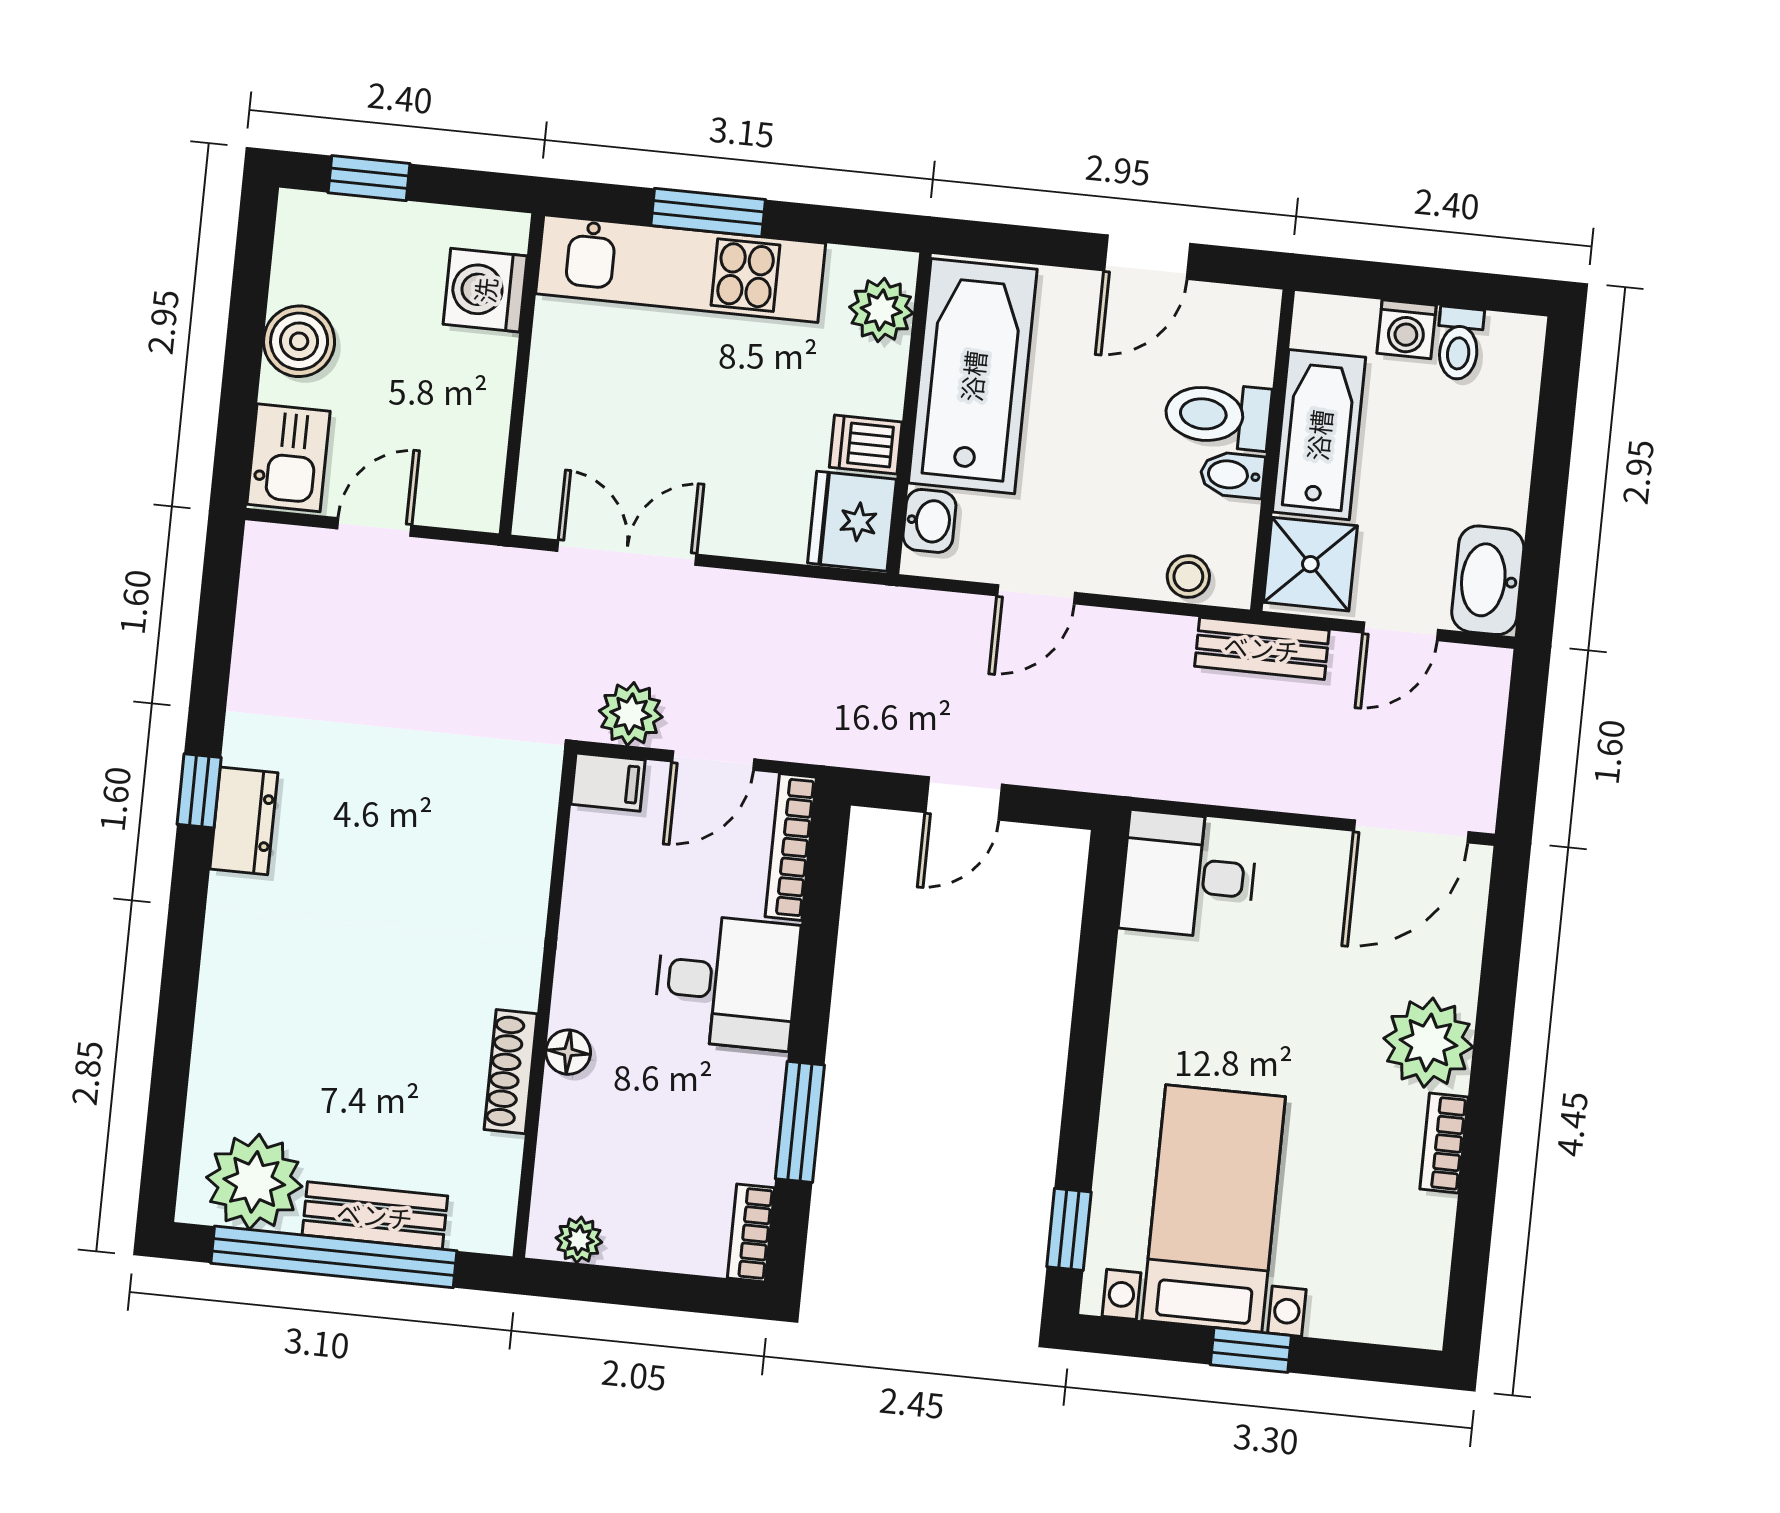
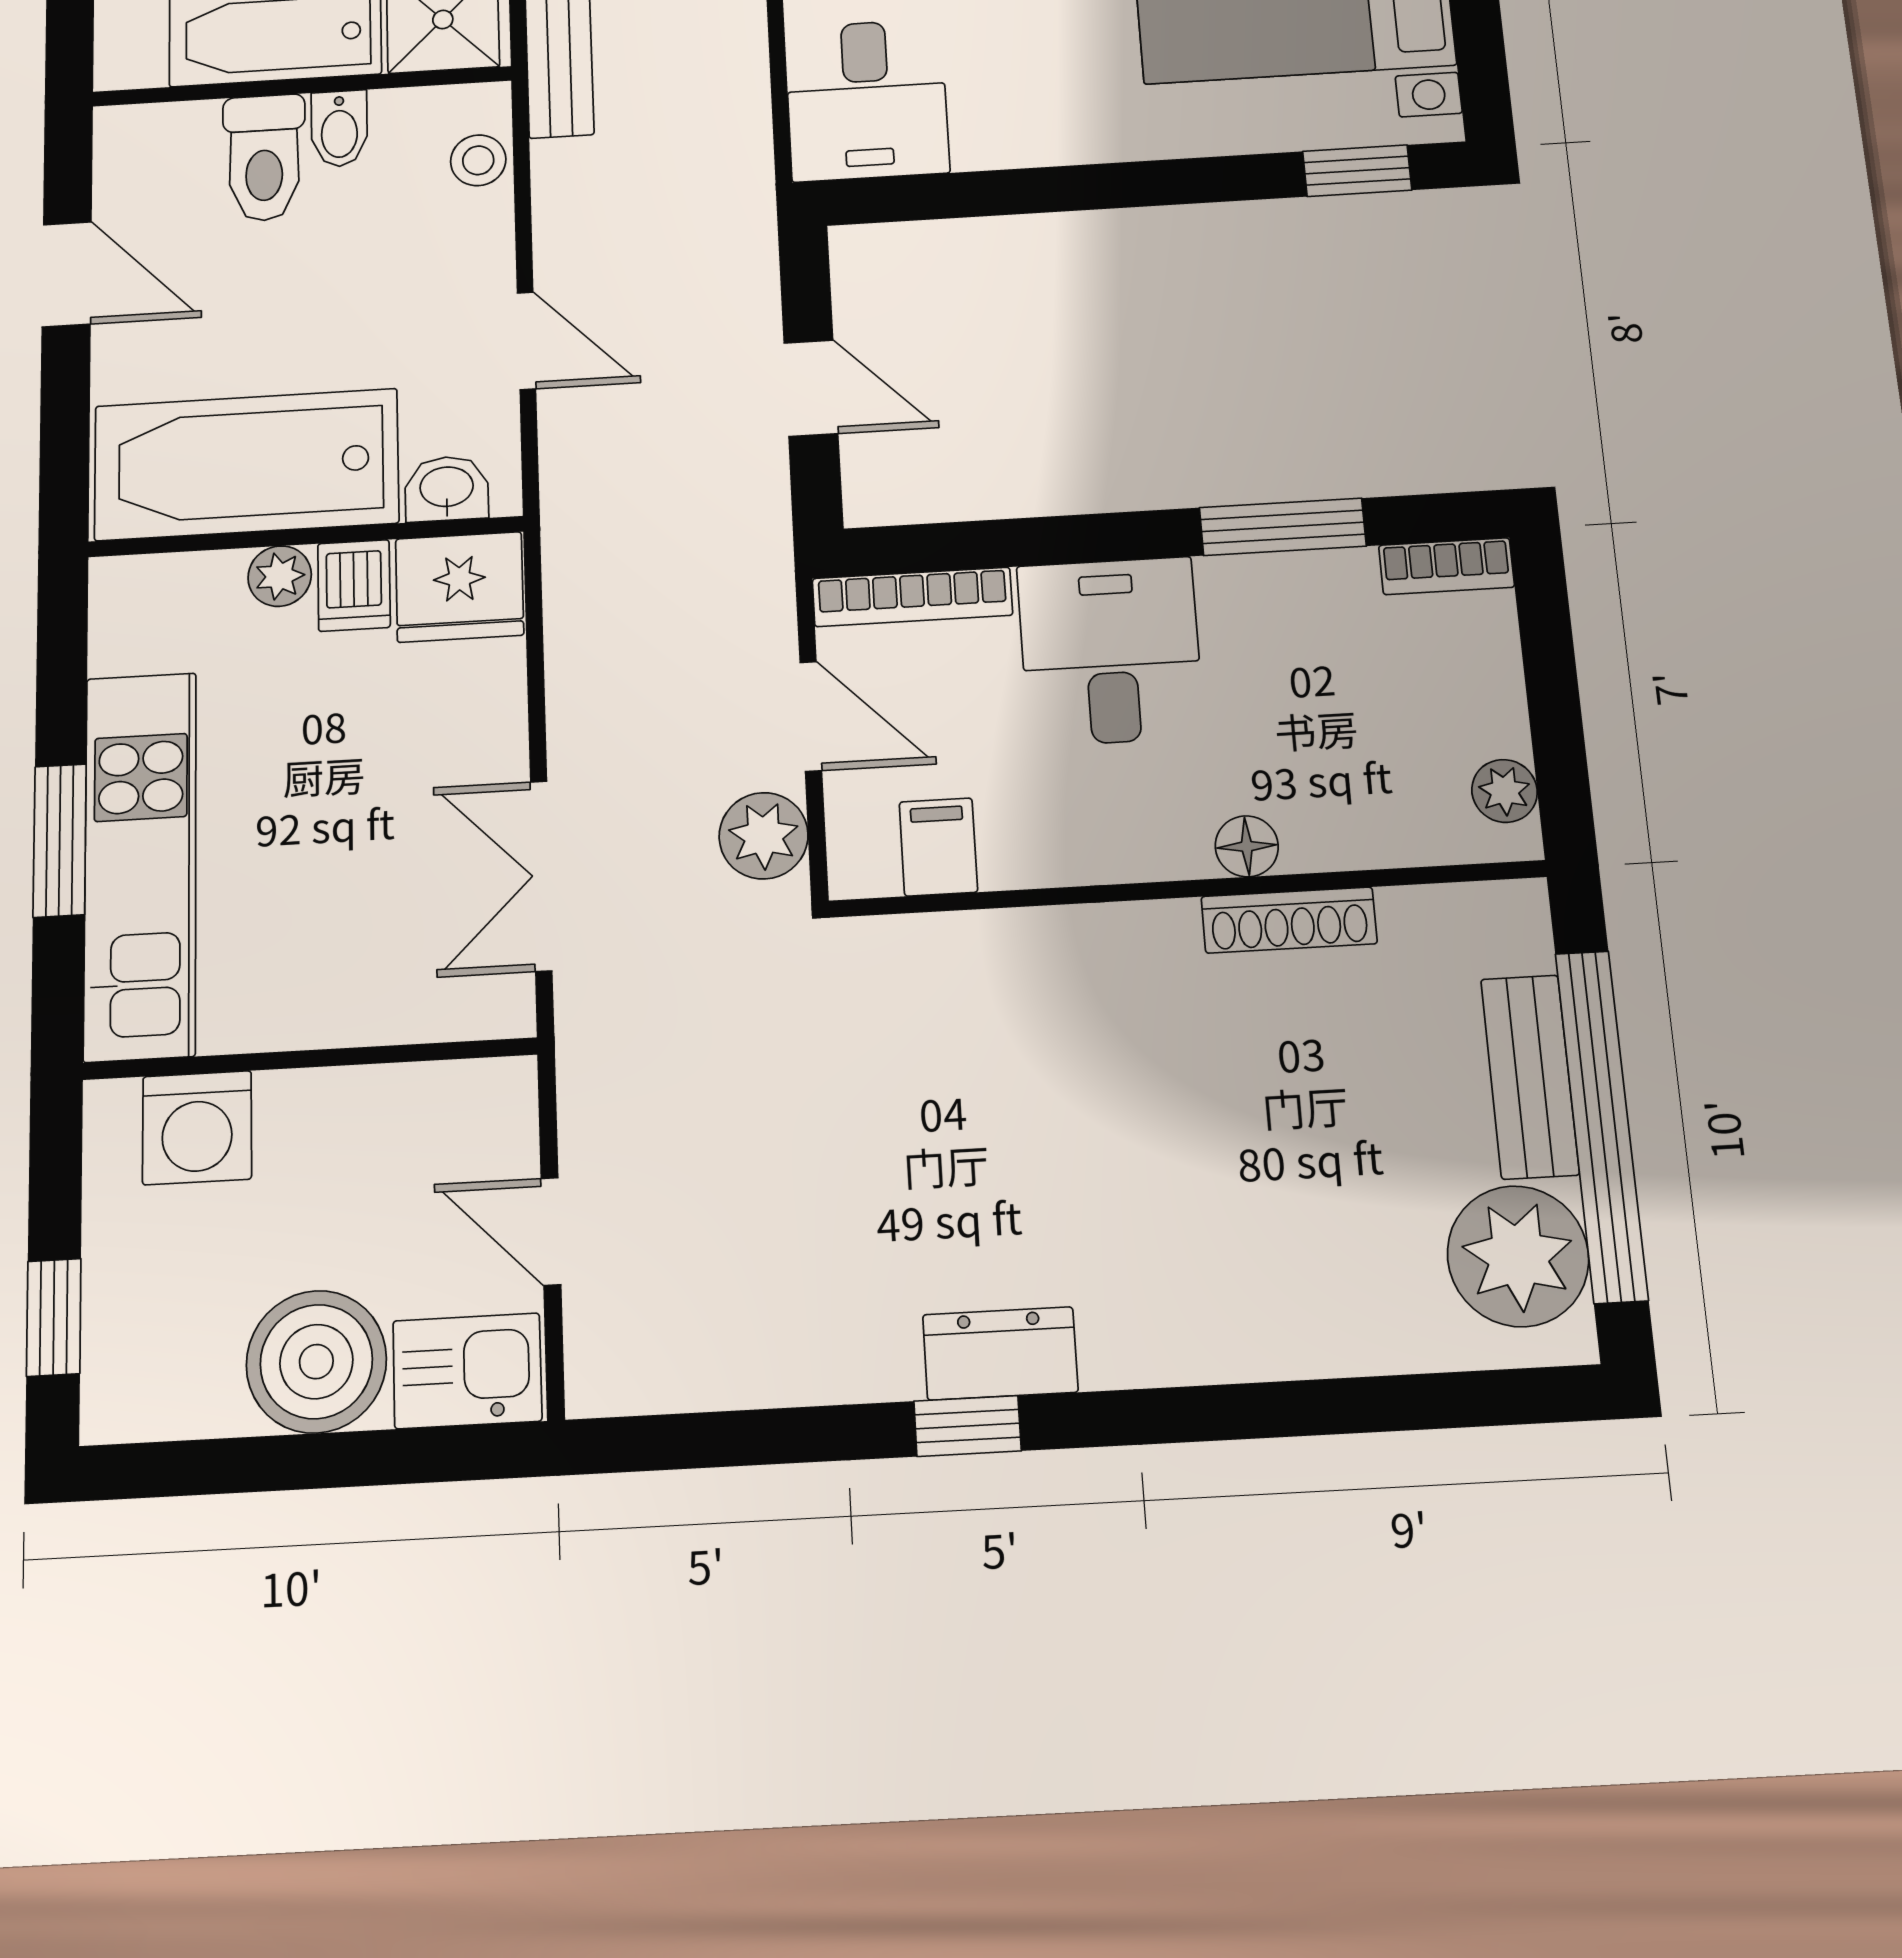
plant: (881, 310) -> (280, 576), moved, width x0.73, depth x0.73
boiler: (299, 341) -> (316, 1362), width x1.37, depth x1.37
filing cabinet: (608, 782) -> (938, 847), moved

